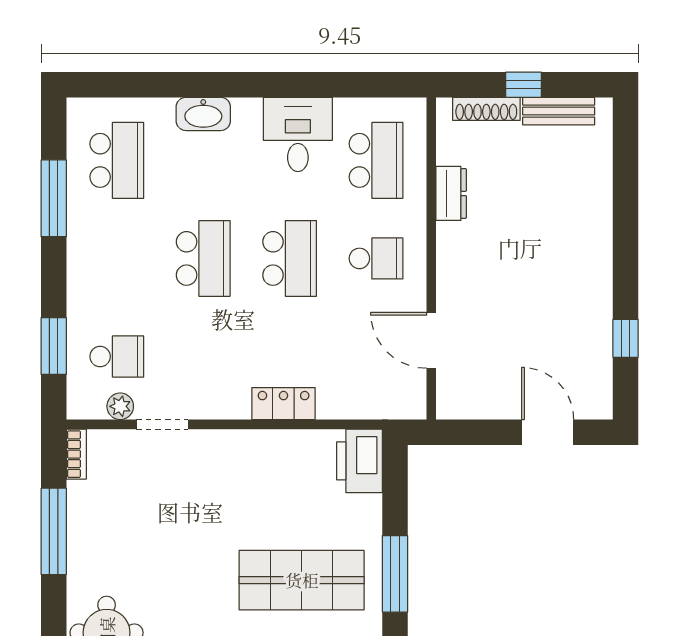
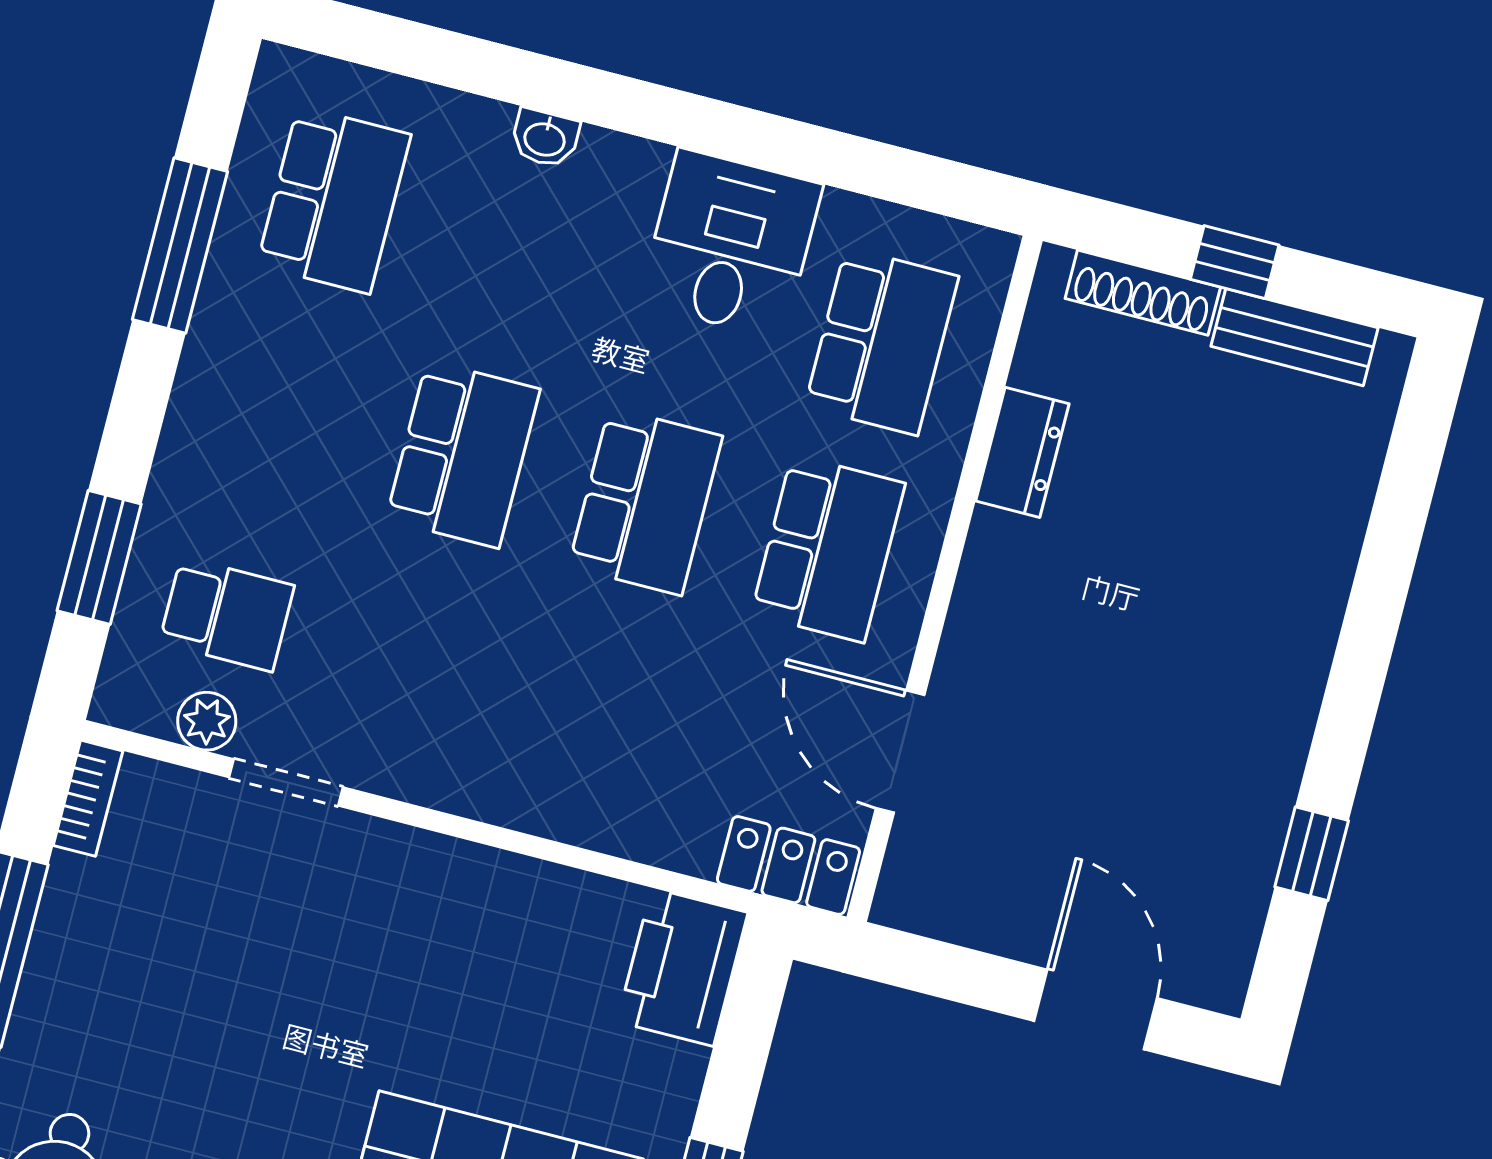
washbasin: (203, 114) -> (545, 138), width x0.52, depth x0.69
school desk: (376, 258) -> (828, 549), width x1.85
locker: (284, 404) -> (788, 865), moved

